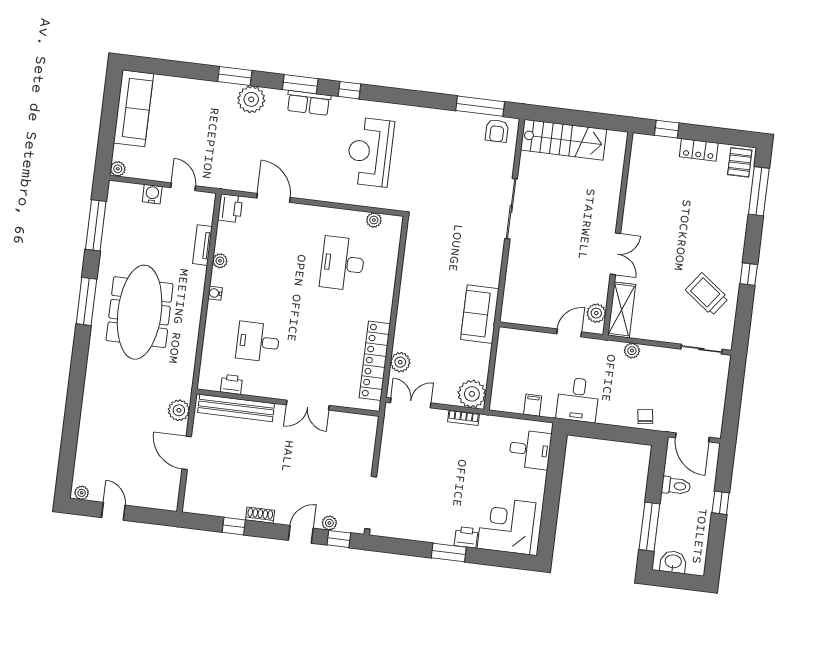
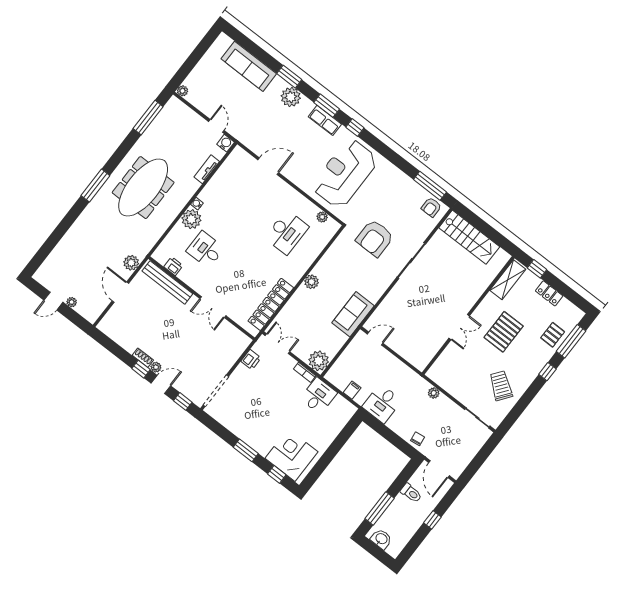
sofa: (133, 108) -> (249, 66), moved, turned 90
reception desk: (370, 152) -> (345, 173), width x1.36, depth x1.30
pallet: (740, 162) -> (553, 335), moved
water cooler: (152, 194) -> (226, 143), moved
door: (274, 198) -> (268, 166), hinge flipped
printer: (230, 208) -> (238, 157), removed
armchair: (452, 208) -> (375, 238), added
pallet: (672, 228) -> (504, 332), added
plant: (220, 261) -> (191, 219), moved, width x1.88, depth x1.88
desk: (343, 263) -> (287, 232), turned 180
window: (749, 274) -> (547, 372), moved
window: (86, 301) -> (95, 186), moved
shelving: (622, 310) -> (508, 280), moved
plant: (596, 313) -> (425, 357), removed
door: (569, 333) -> (375, 339), moved
plant: (400, 362) -> (311, 282), moved
desk: (530, 450) -> (319, 396), moved, turned -90
plant: (82, 493) -> (72, 302), moved
door: (113, 511) -> (53, 301), swing flipped
plant: (329, 523) -> (156, 367), moved
window: (234, 526) -> (141, 369), moved
printer: (466, 537) -> (251, 360), moved, turned 90
window: (503, 559) -> (277, 474), added

